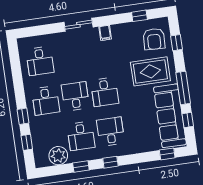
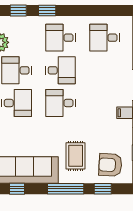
rug: (150, 71) -> (76, 156), width x0.73, depth x0.70
window: (183, 88) -> (66, 189), moved

